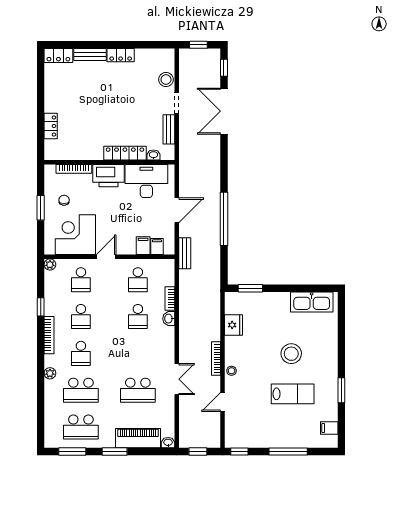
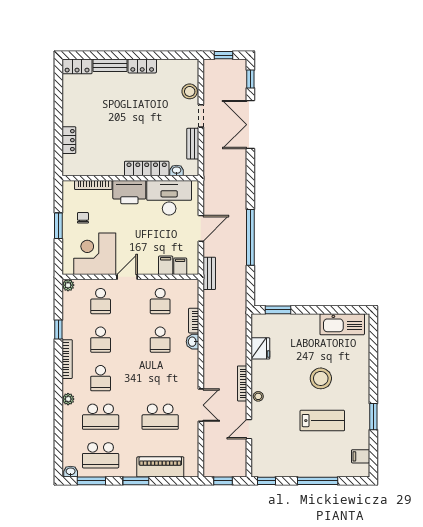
washbasin: (168, 443) -> (71, 472), moved

